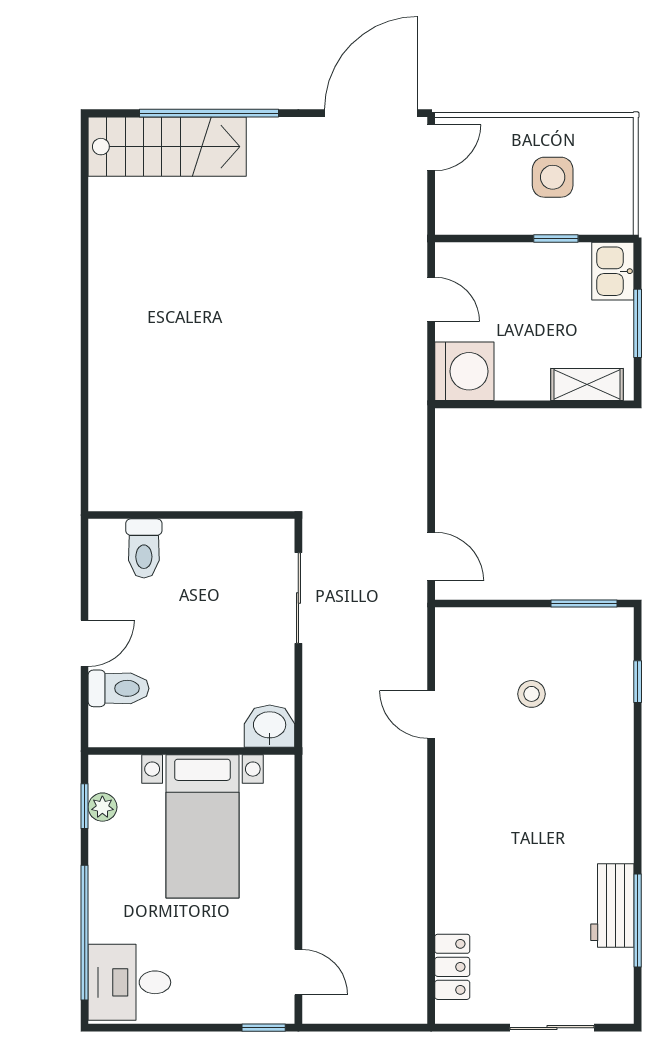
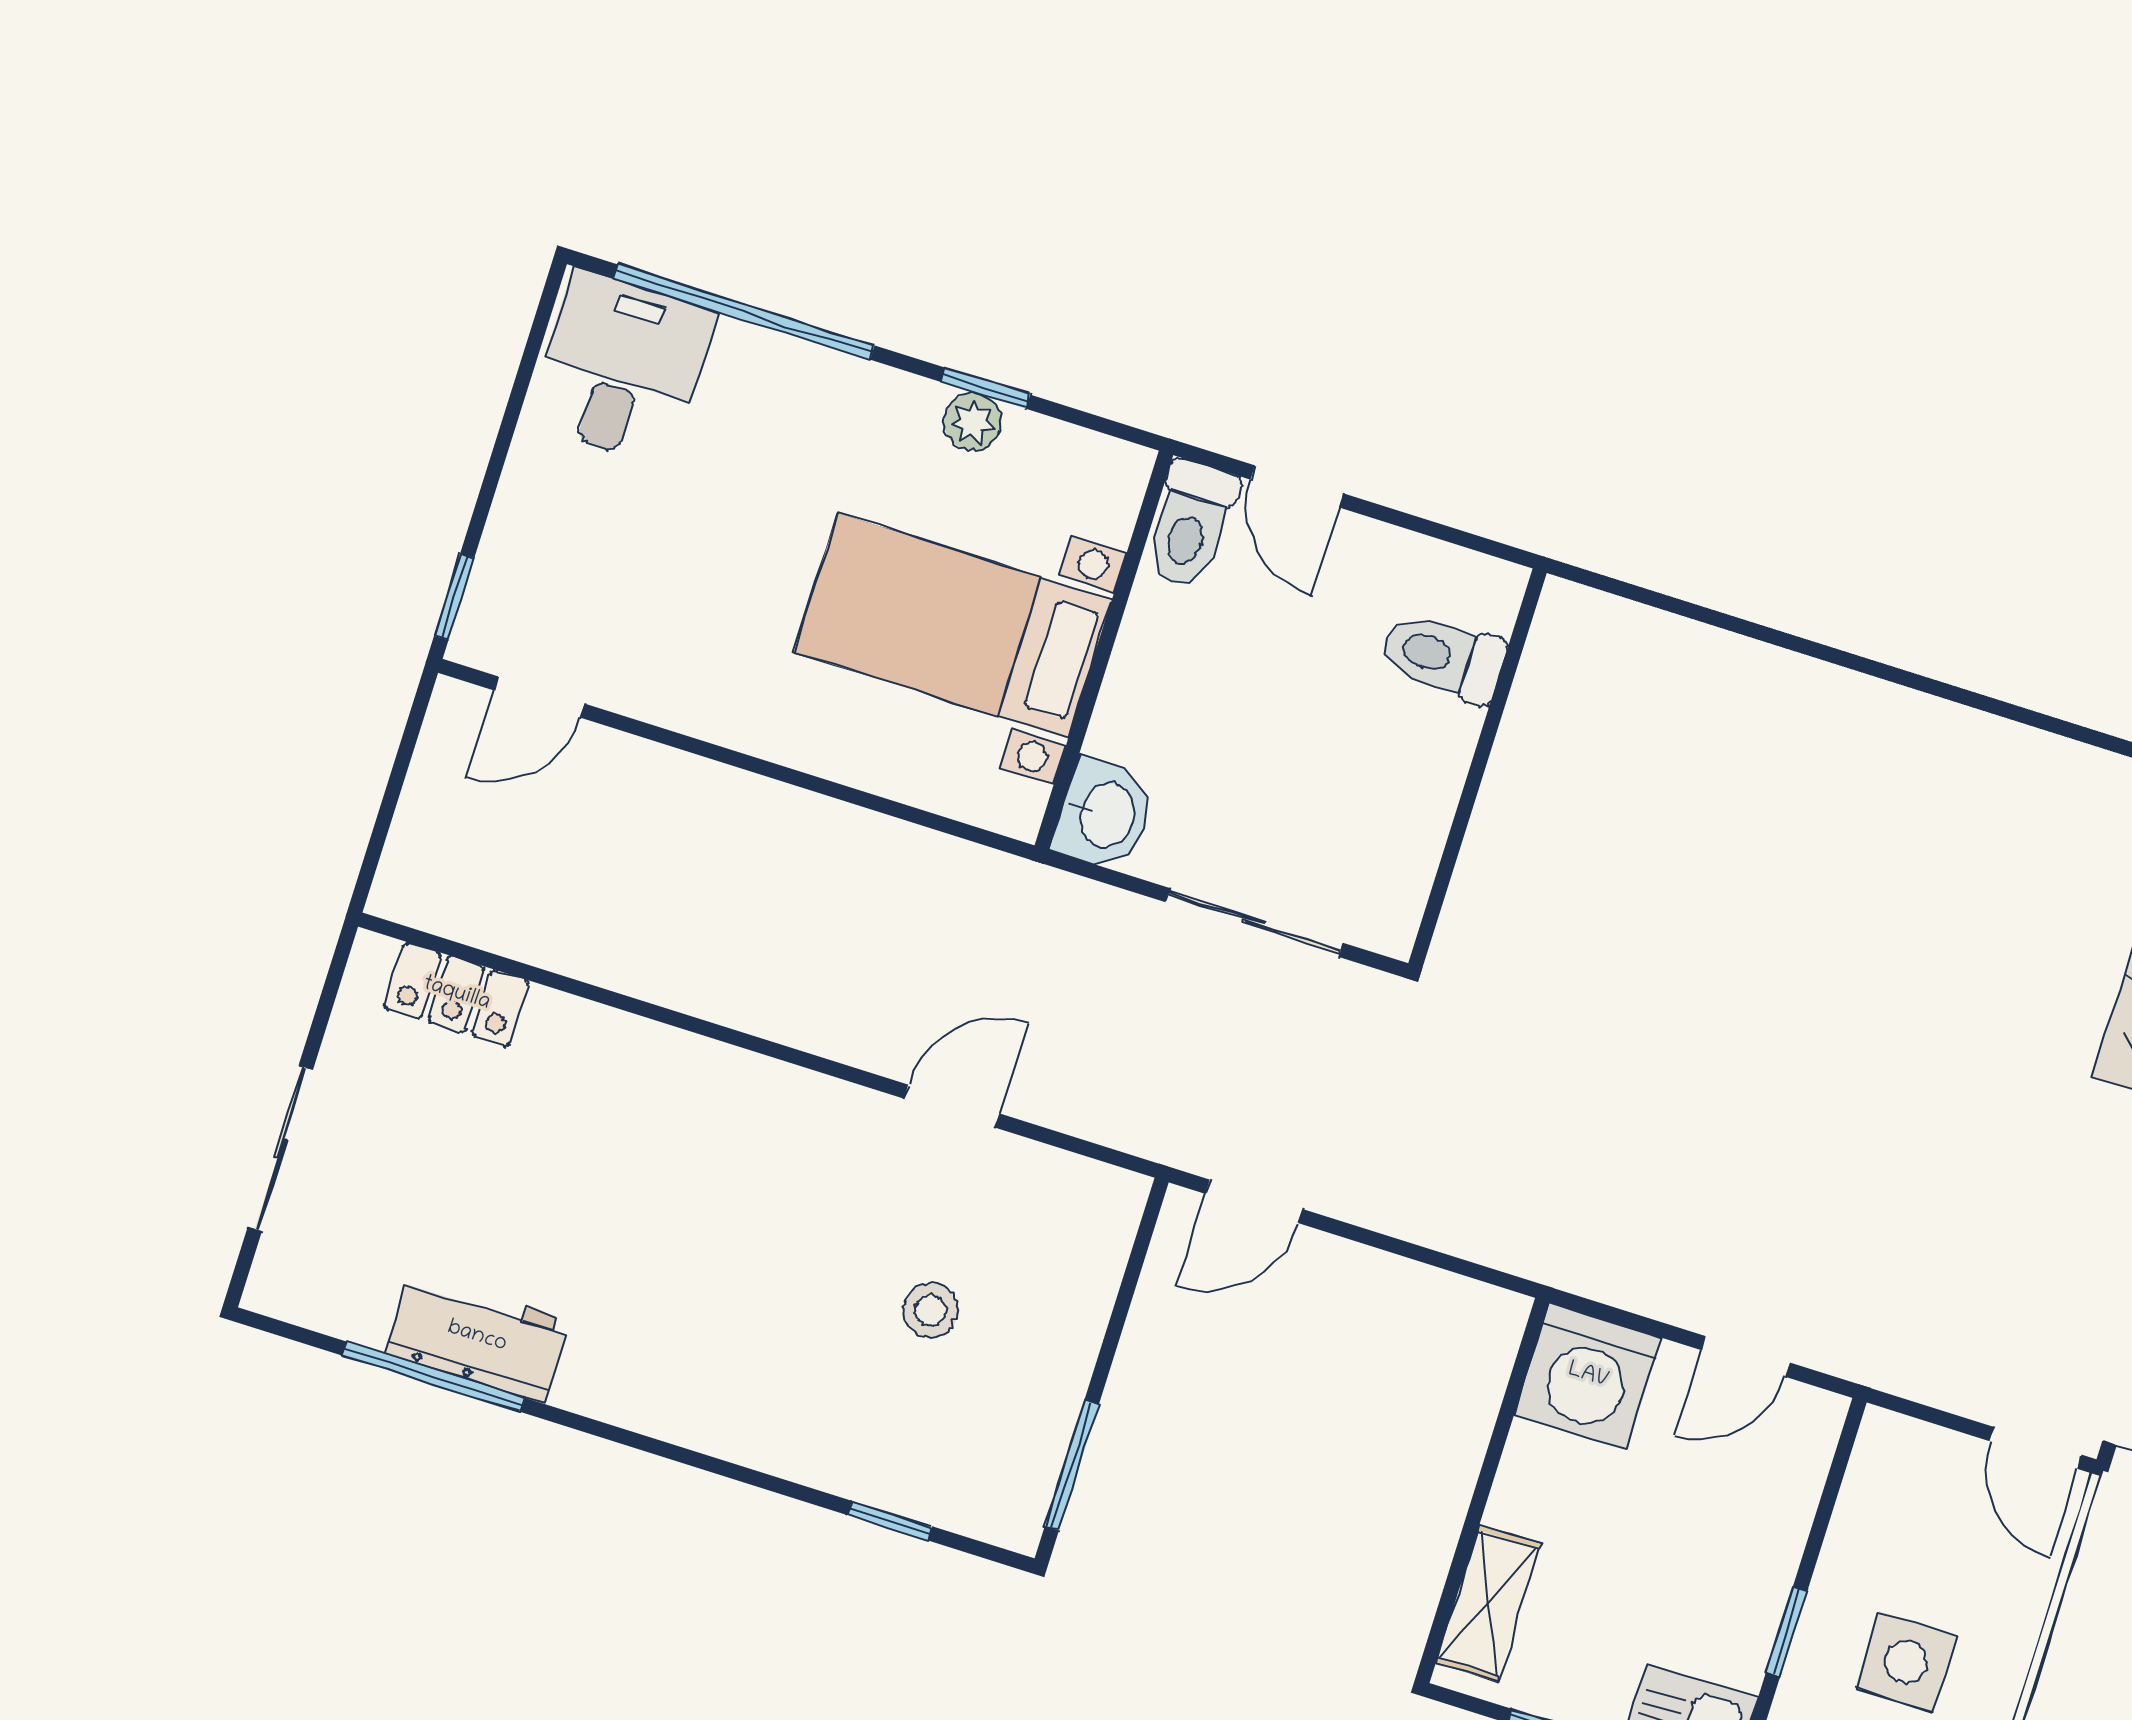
washbasin: (270, 726) -> (1105, 815), moved
wall: (191, 751) -> (1104, 650), moved
bed with nightstands: (202, 826) -> (953, 626), moved

